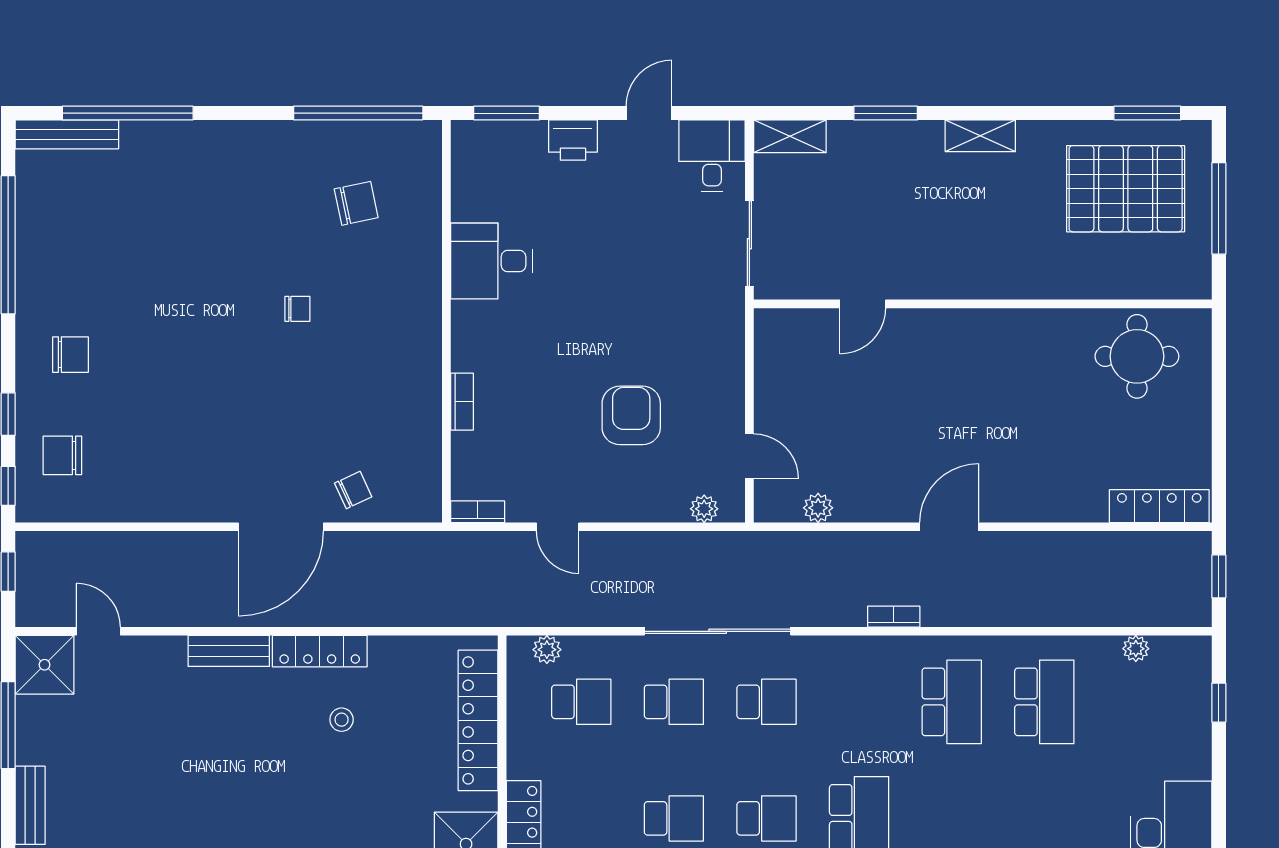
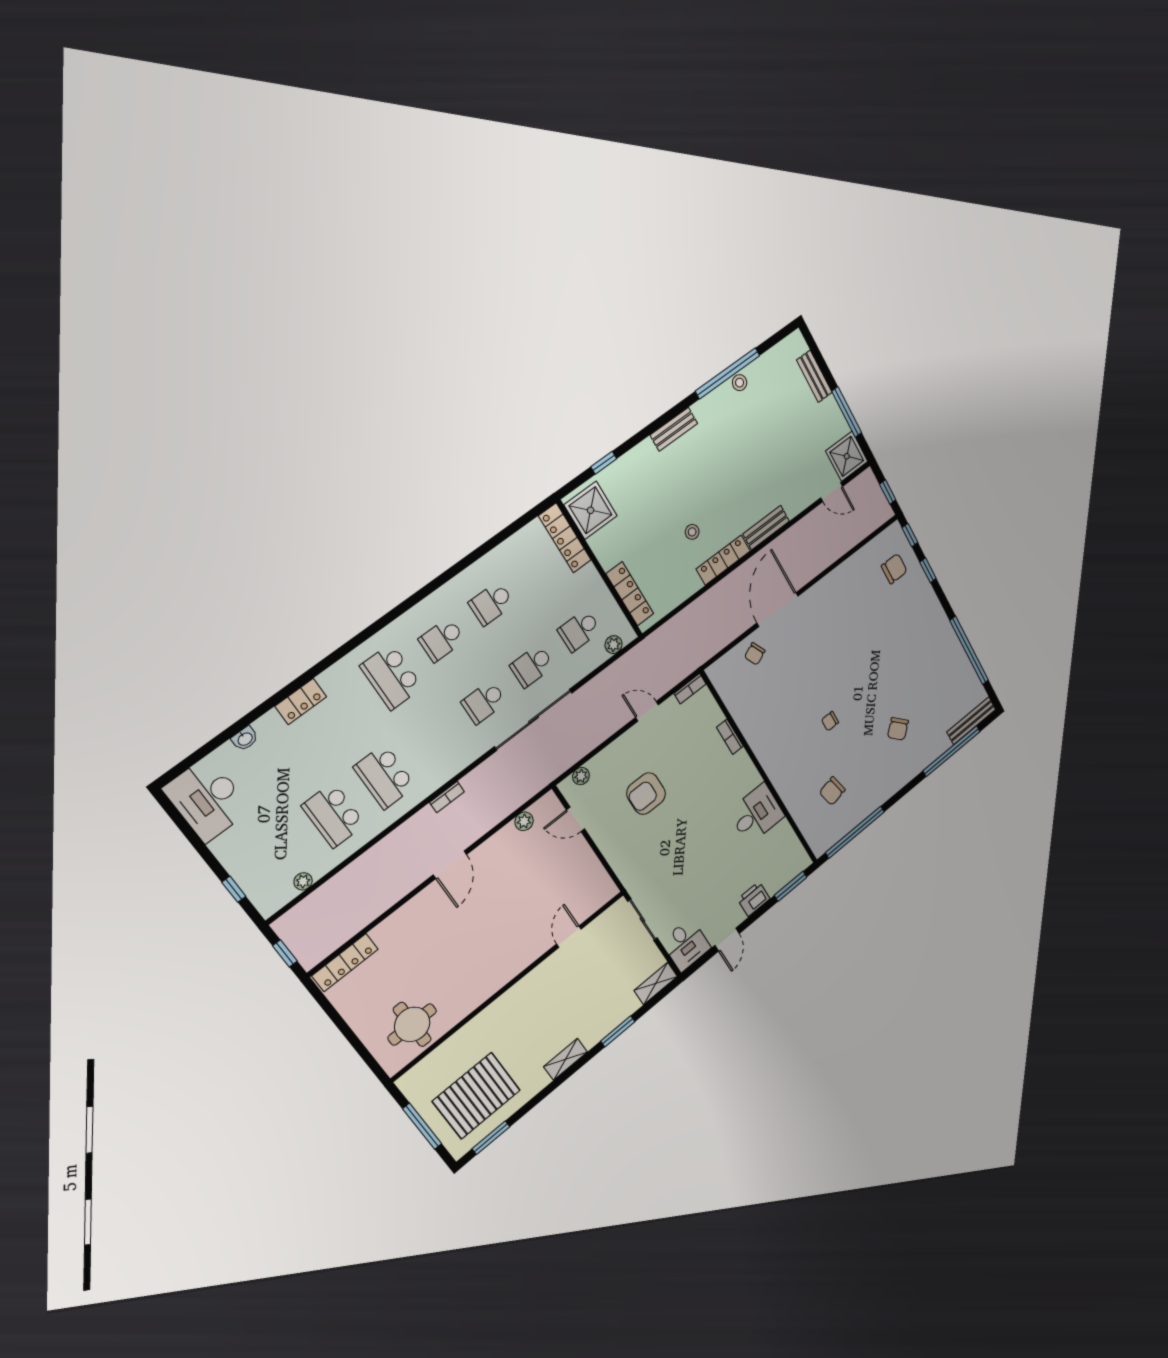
chair: (71, 355) -> (898, 729), moved, turned -44
armchair: (631, 415) -> (646, 794), turned 90
locker: (478, 720) -> (630, 594), width x0.71, depth x0.83

